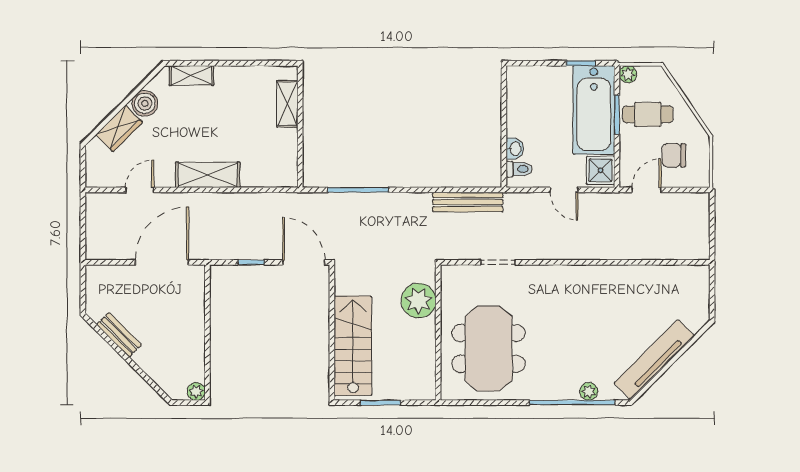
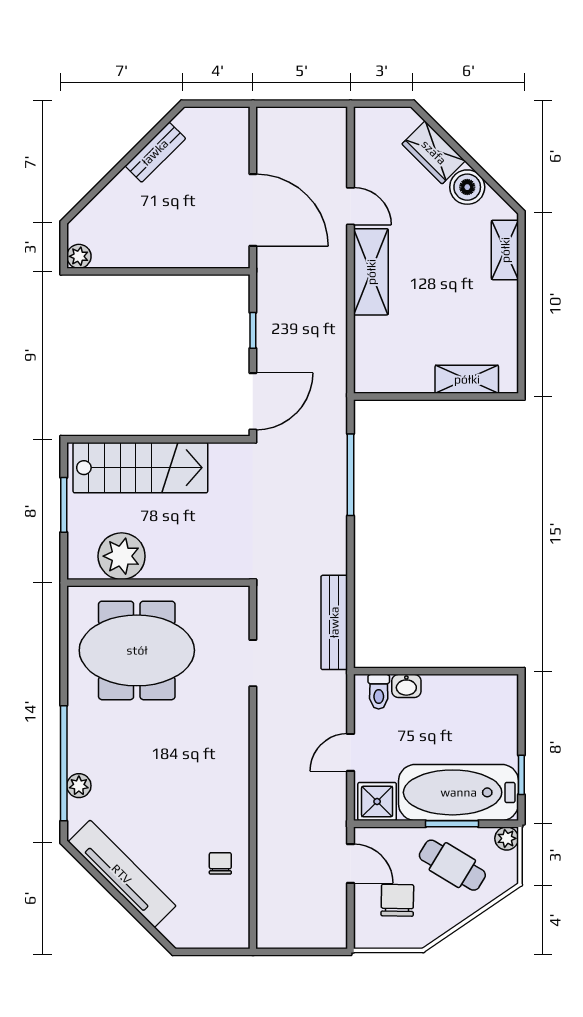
cafe table: (648, 114) -> (452, 865), turned -59
door: (140, 190) -> (351, 206), moved
chair: (646, 287) -> (220, 863), added
plant: (419, 301) -> (122, 556), moved

